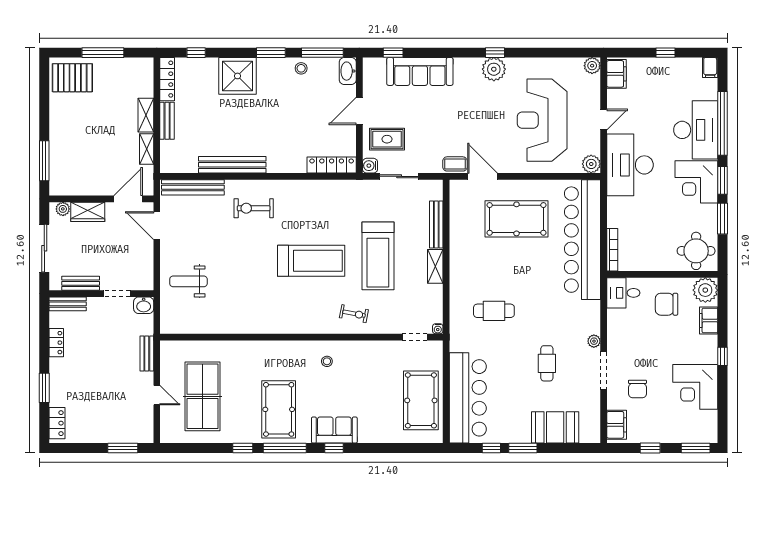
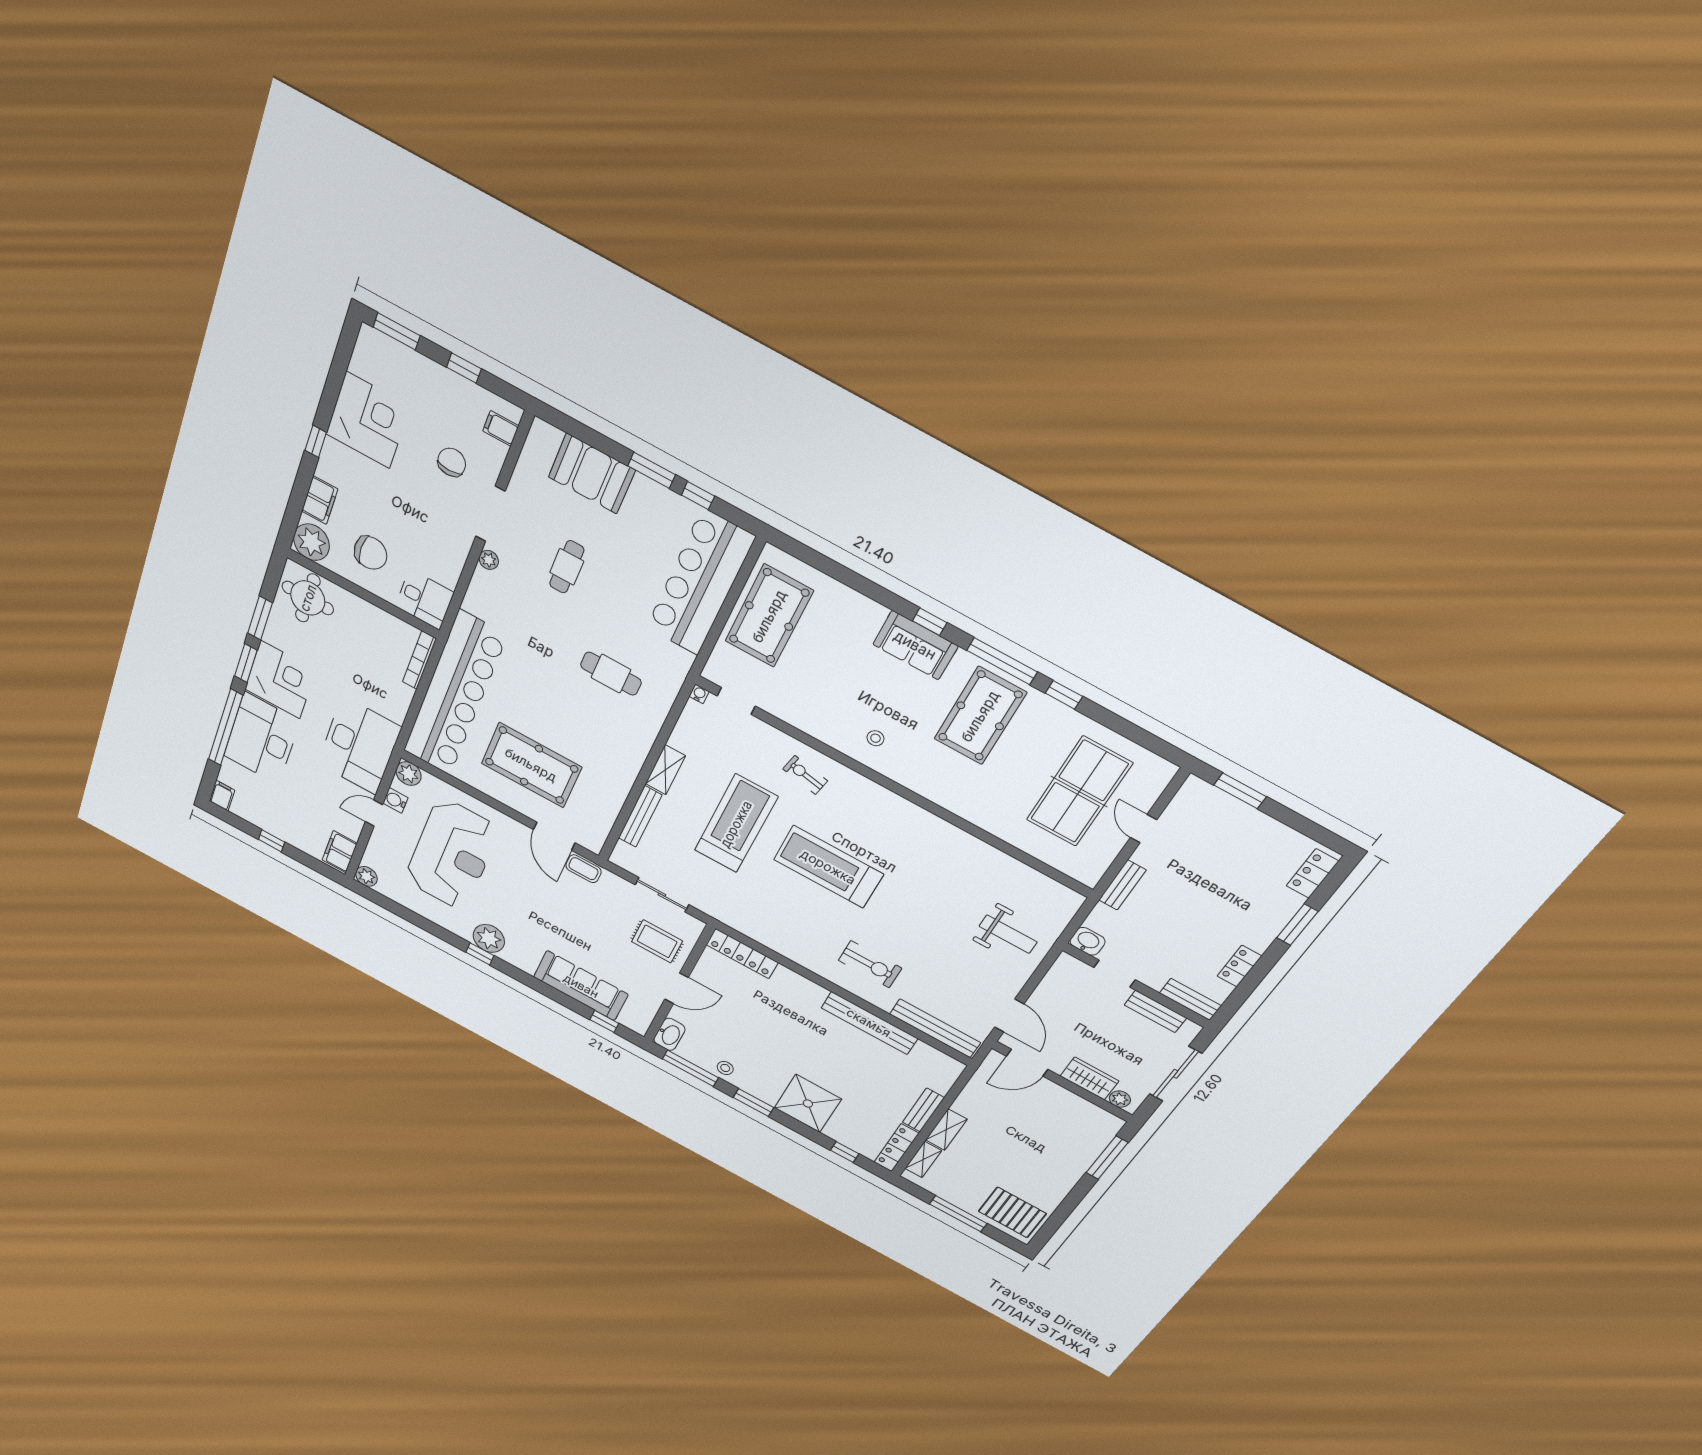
shelving: (147, 149) -> (923, 1160), moved
water cooler: (370, 166) -> (395, 800), moved, turned 180
filing cabinet: (617, 425) -> (501, 428), width x0.50

